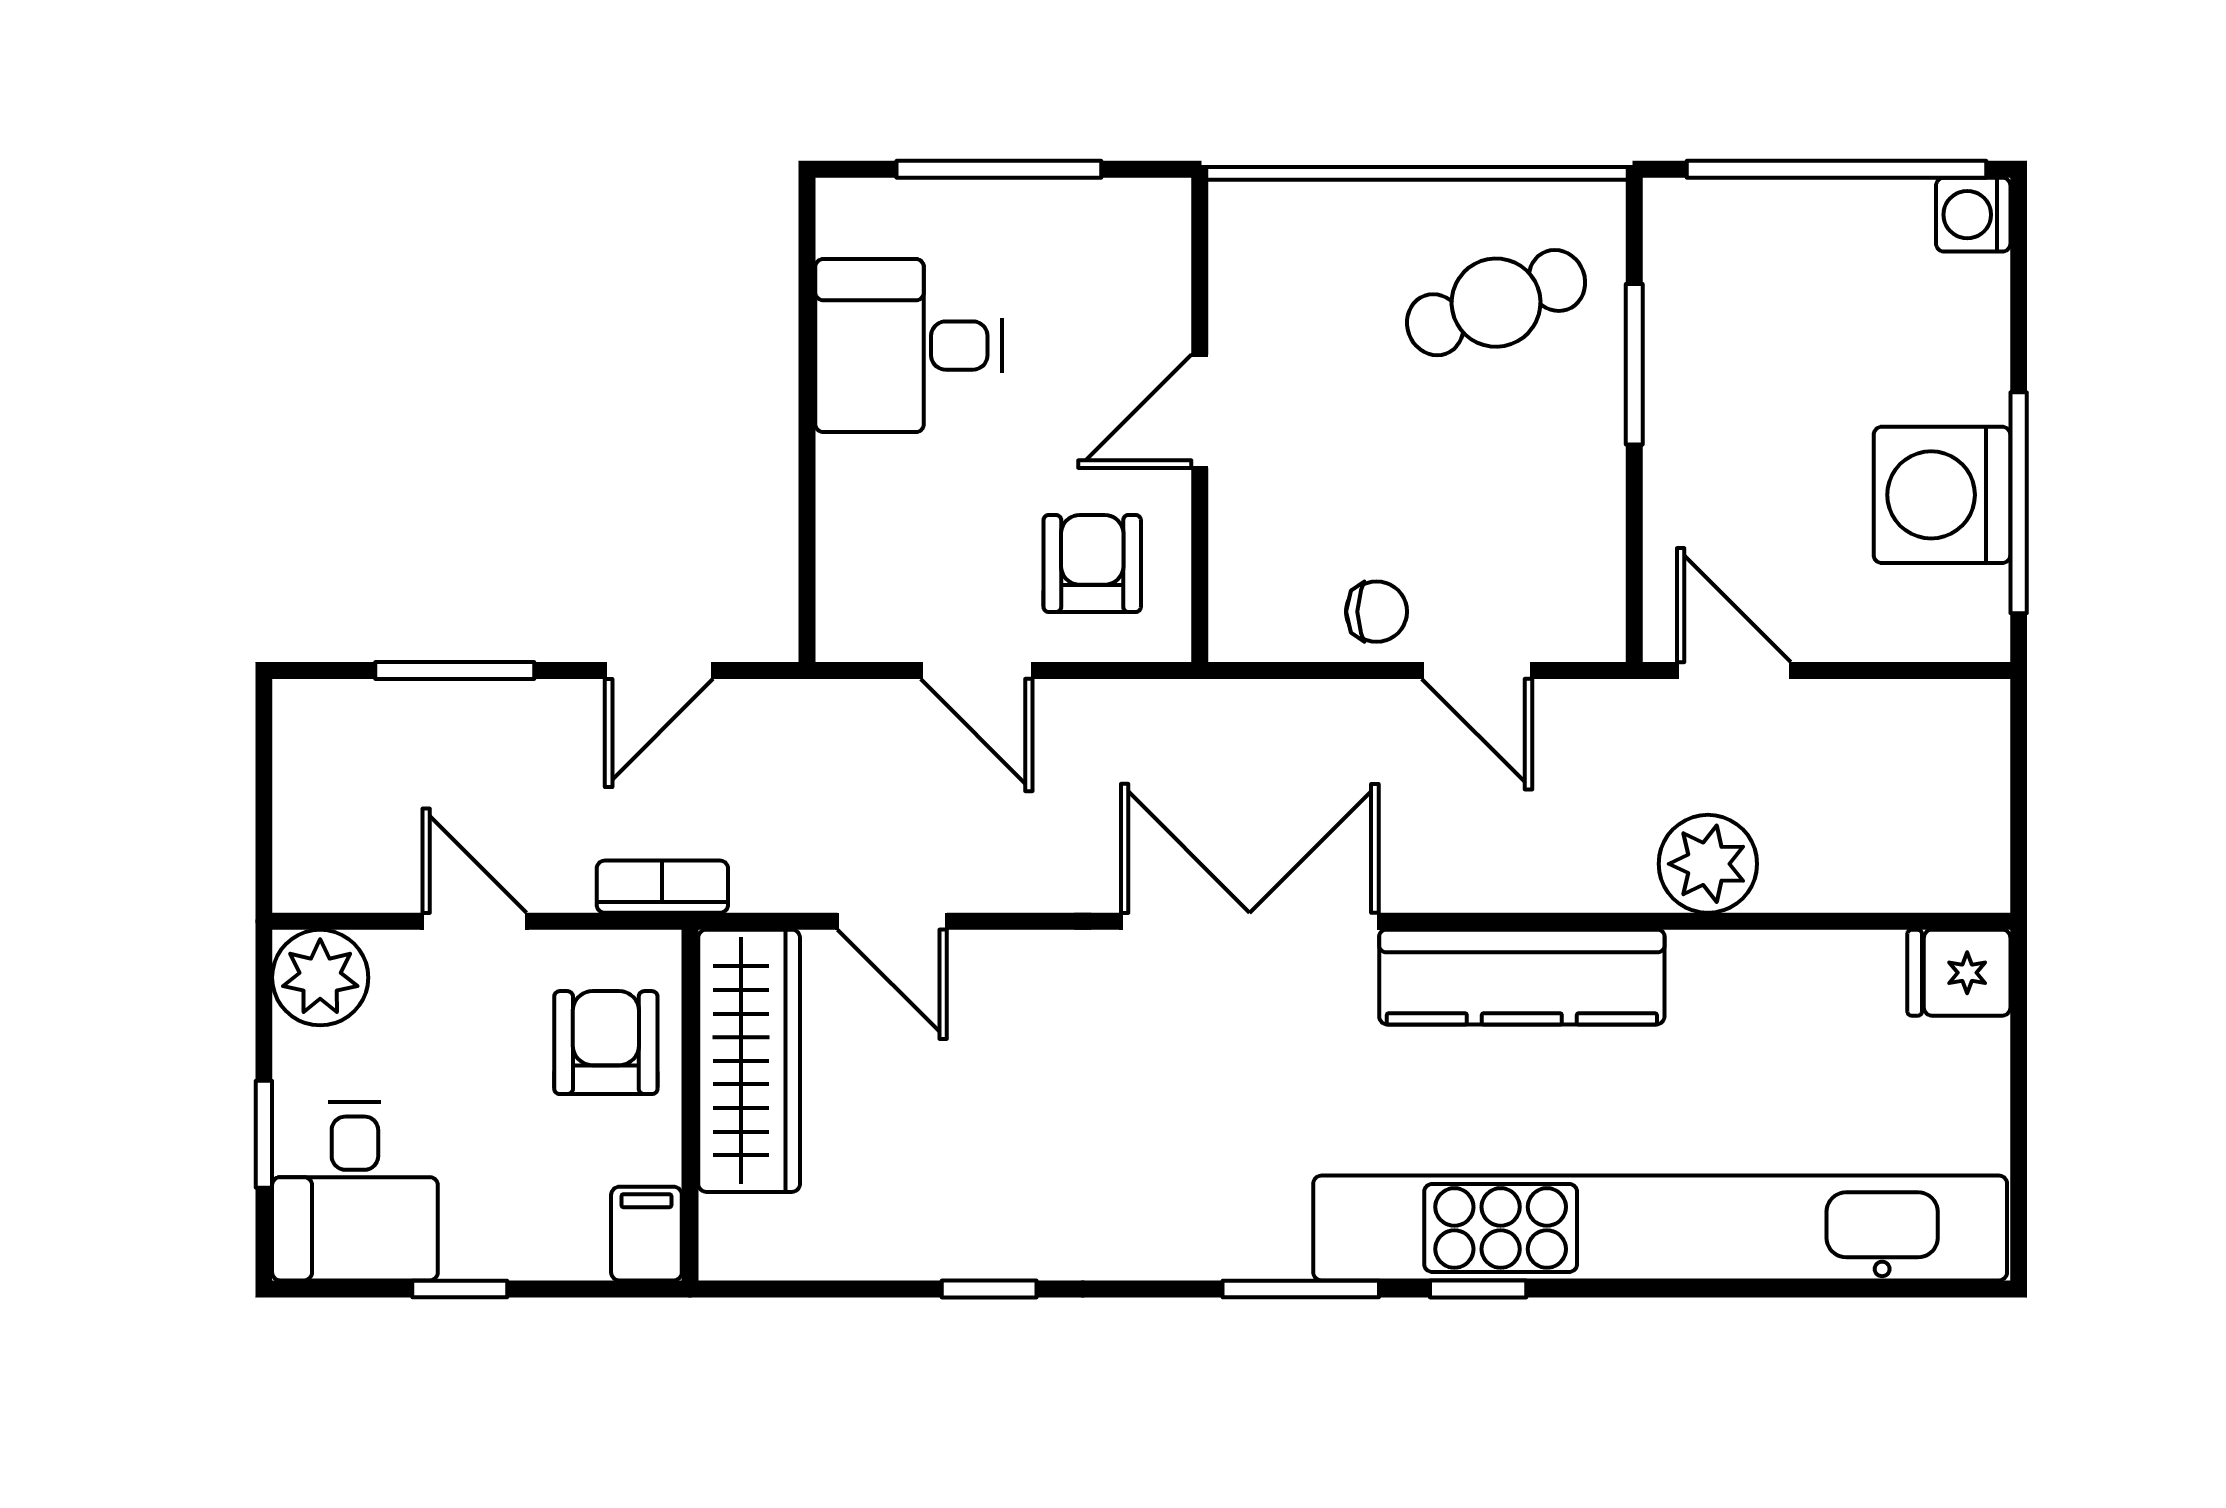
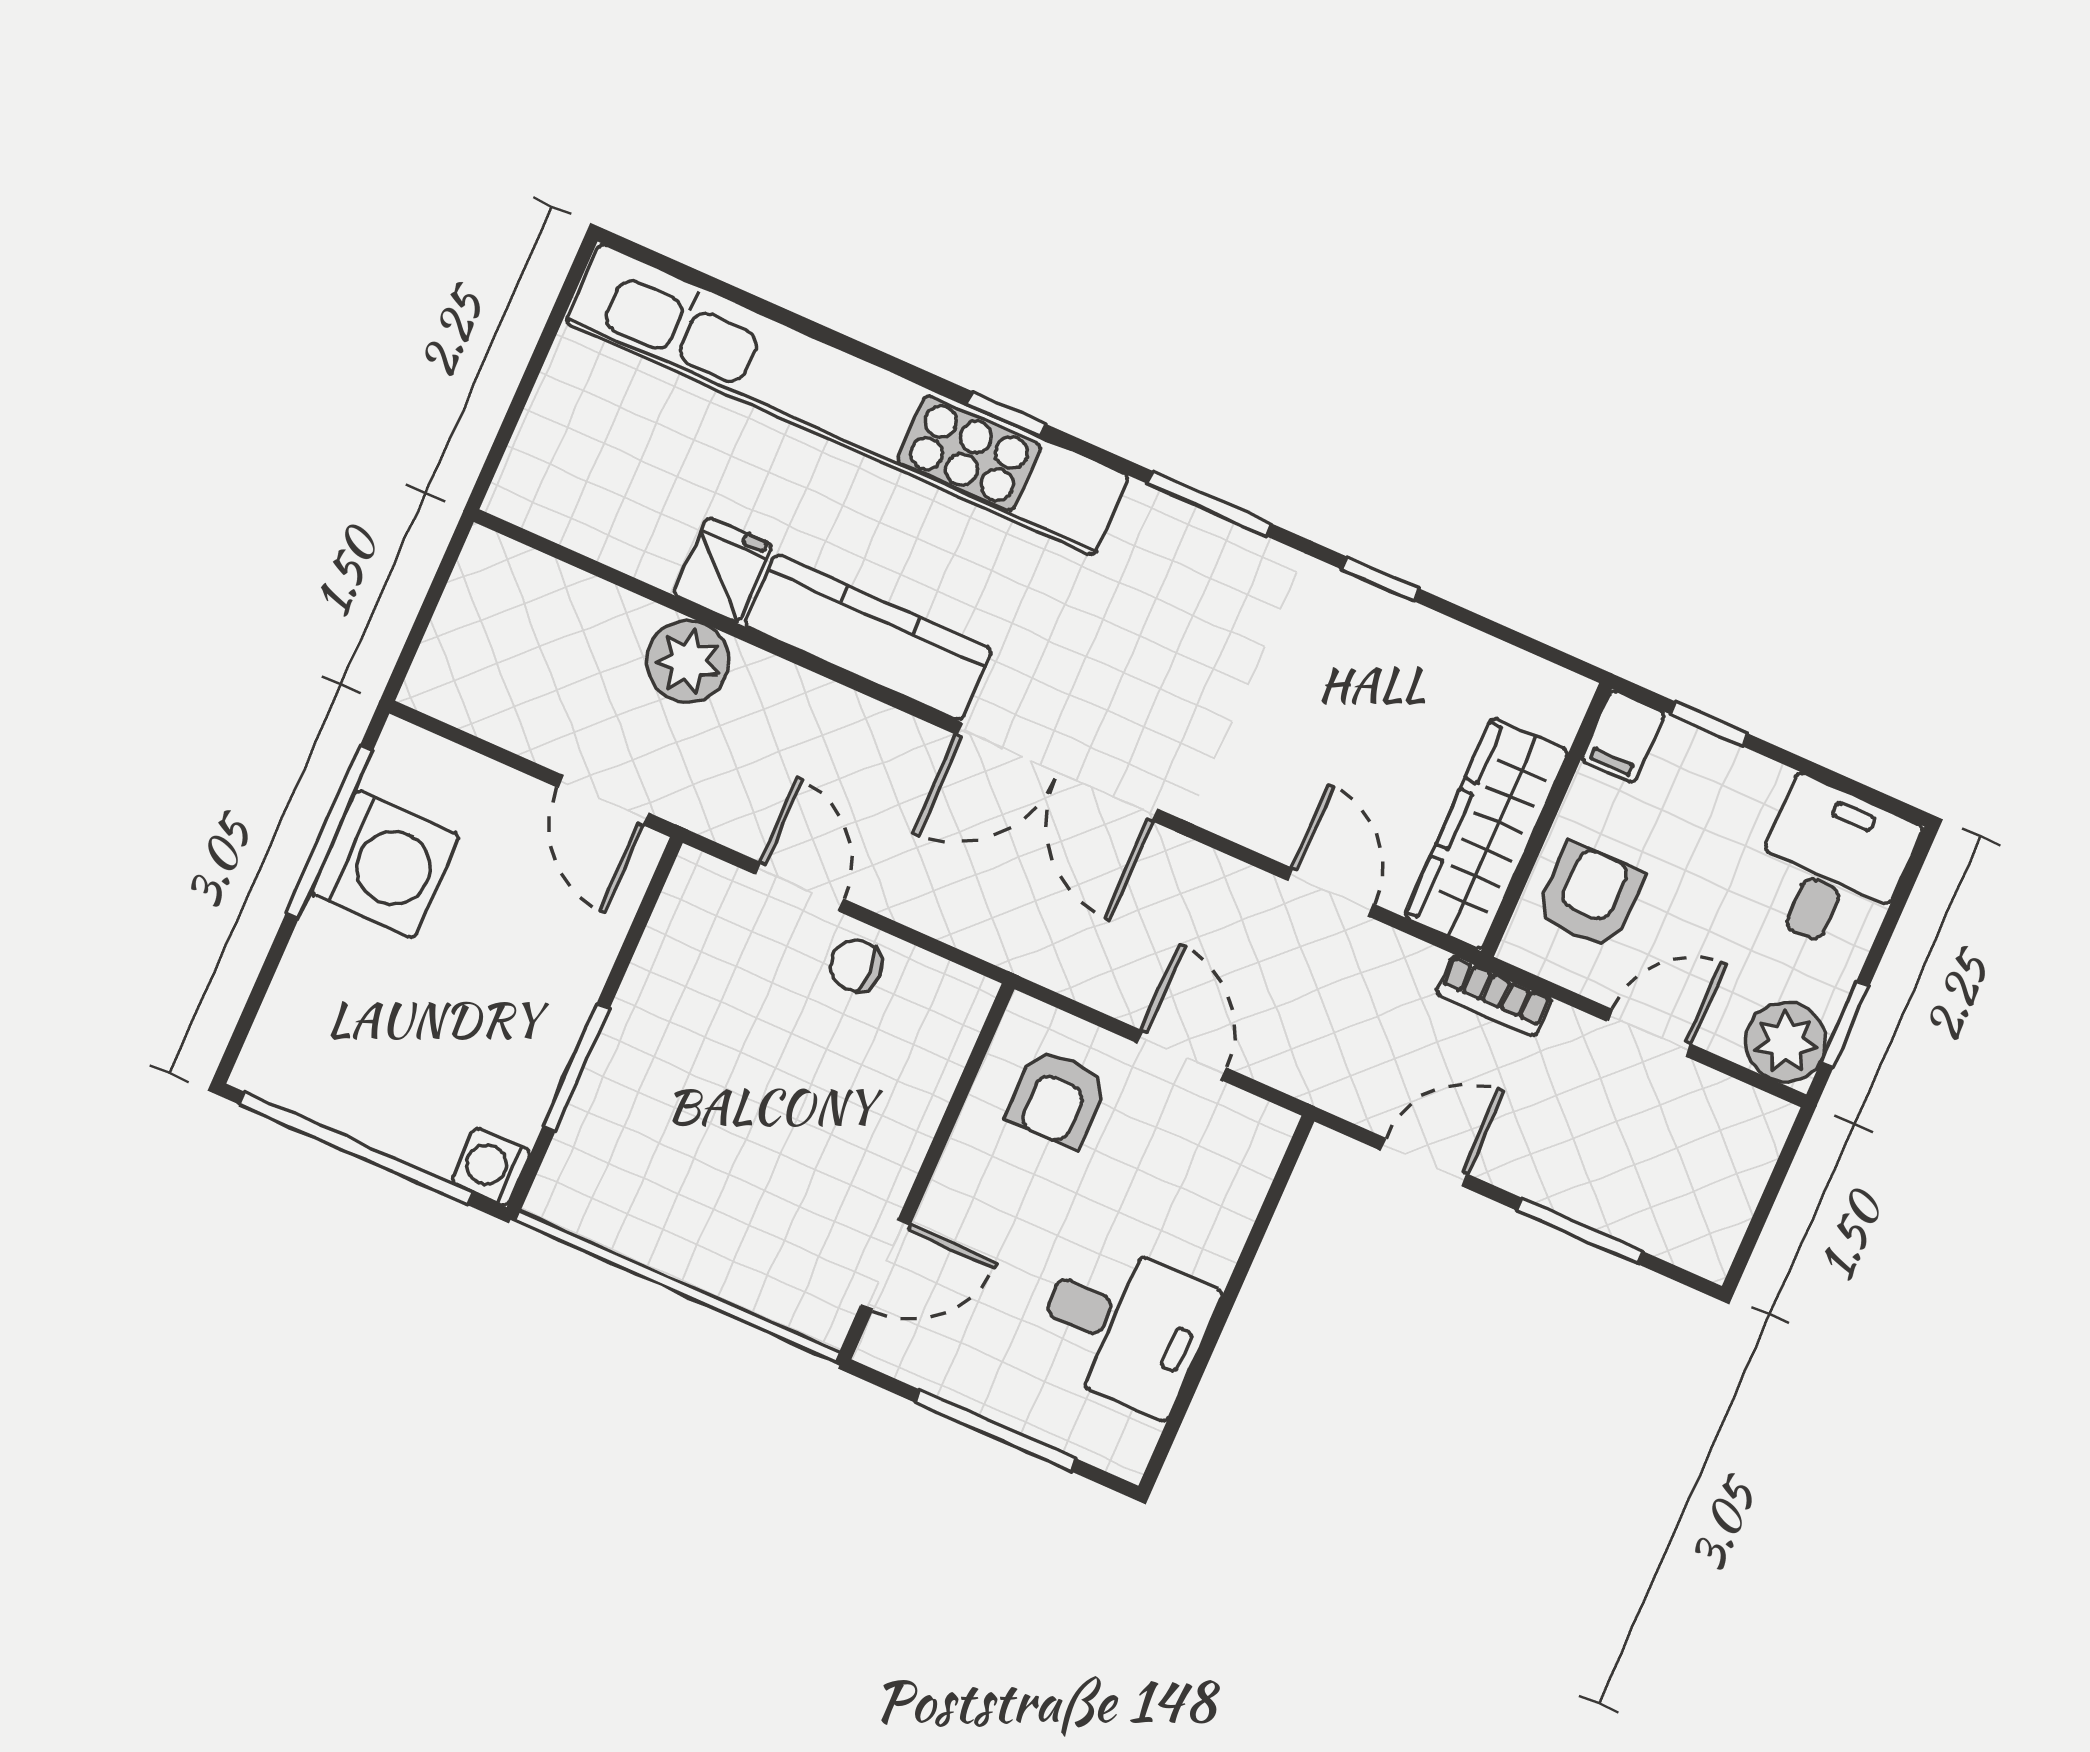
washing machine: (1973, 215) -> (491, 1167), moved, turned 180
cafe table: (1496, 303) -> (661, 1161), removed
door: (1200, 411) -> (885, 1265), moved
door: (475, 921) -> (1649, 1033), swing flipped
fridge: (1959, 973) -> (723, 570), moved, turned -90
armchair: (606, 1043) -> (1590, 896), turned 180
window: (264, 1134) -> (1845, 1025), moved
window: (460, 1289) -> (1709, 724), moved
window: (1301, 1289) -> (1209, 504), moved

